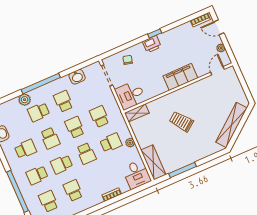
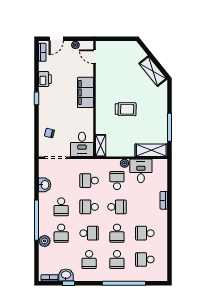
printer: (152, 44) -> (45, 79), moved
school desk: (63, 101) -> (61, 207), turned -90
trolley: (181, 121) -> (126, 109), turned -142
shelving: (231, 125) -> (153, 71), width x0.68
school desk: (25, 149) -> (89, 260), turned 180
desk: (137, 174) -> (141, 171), moved, turned -90

